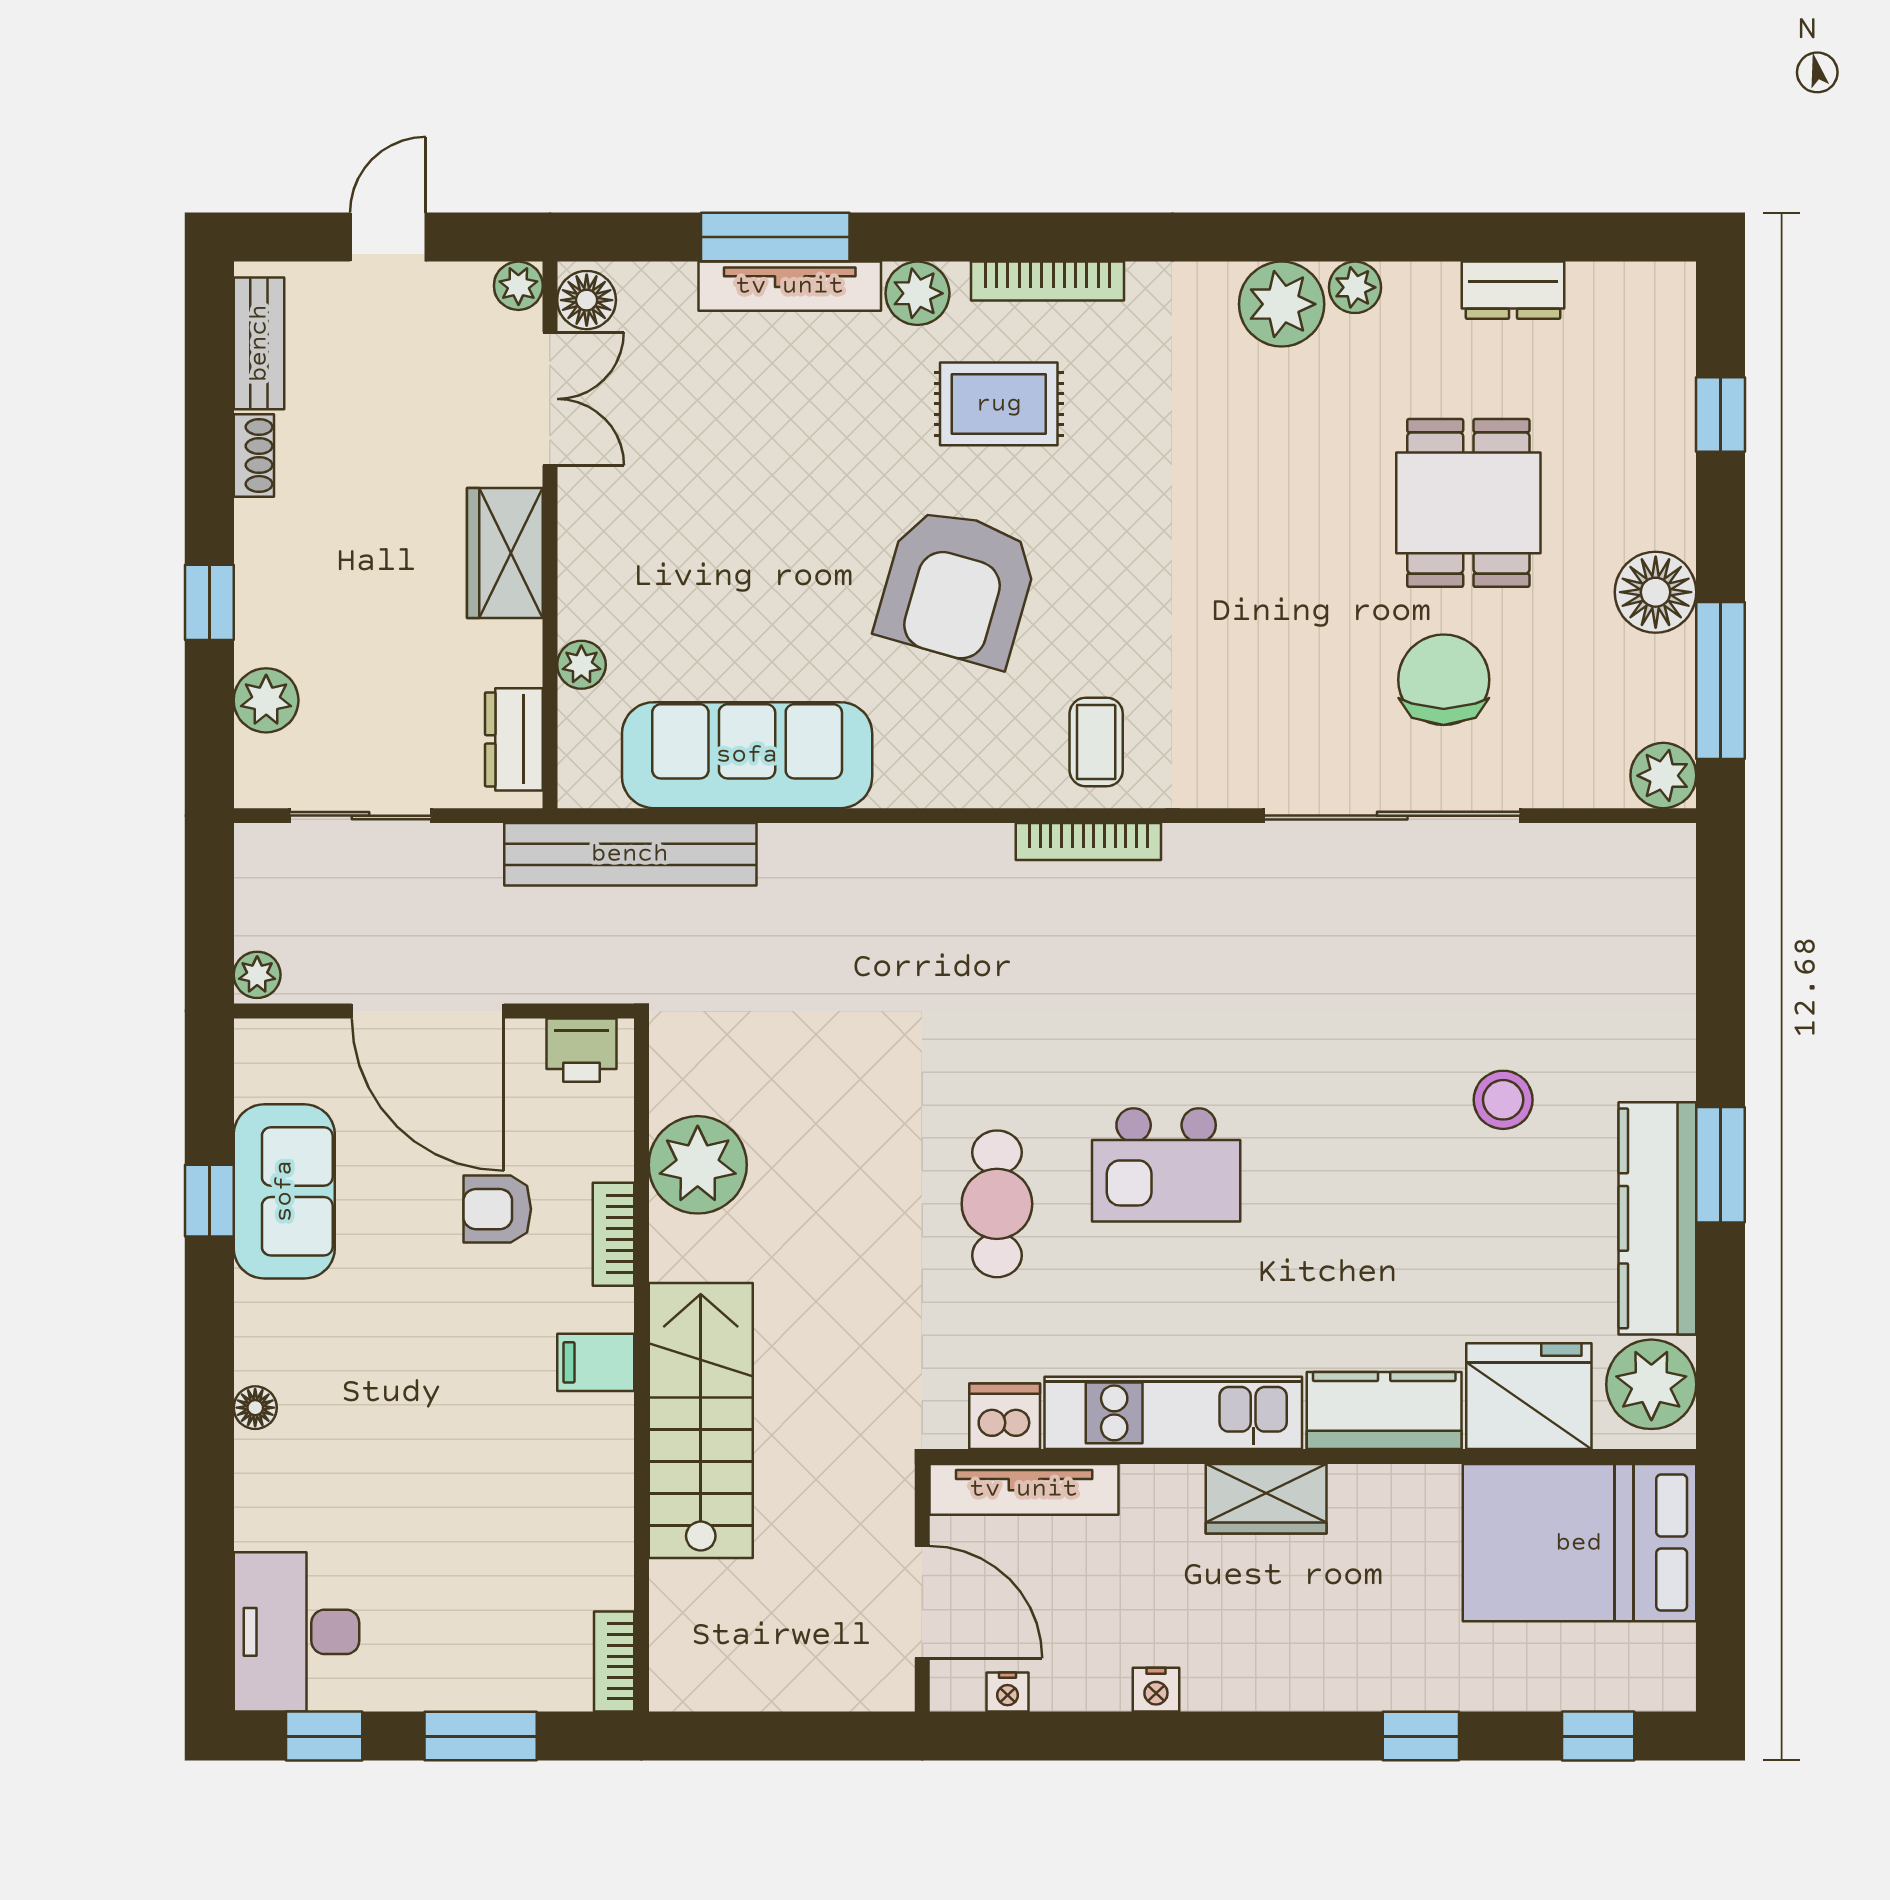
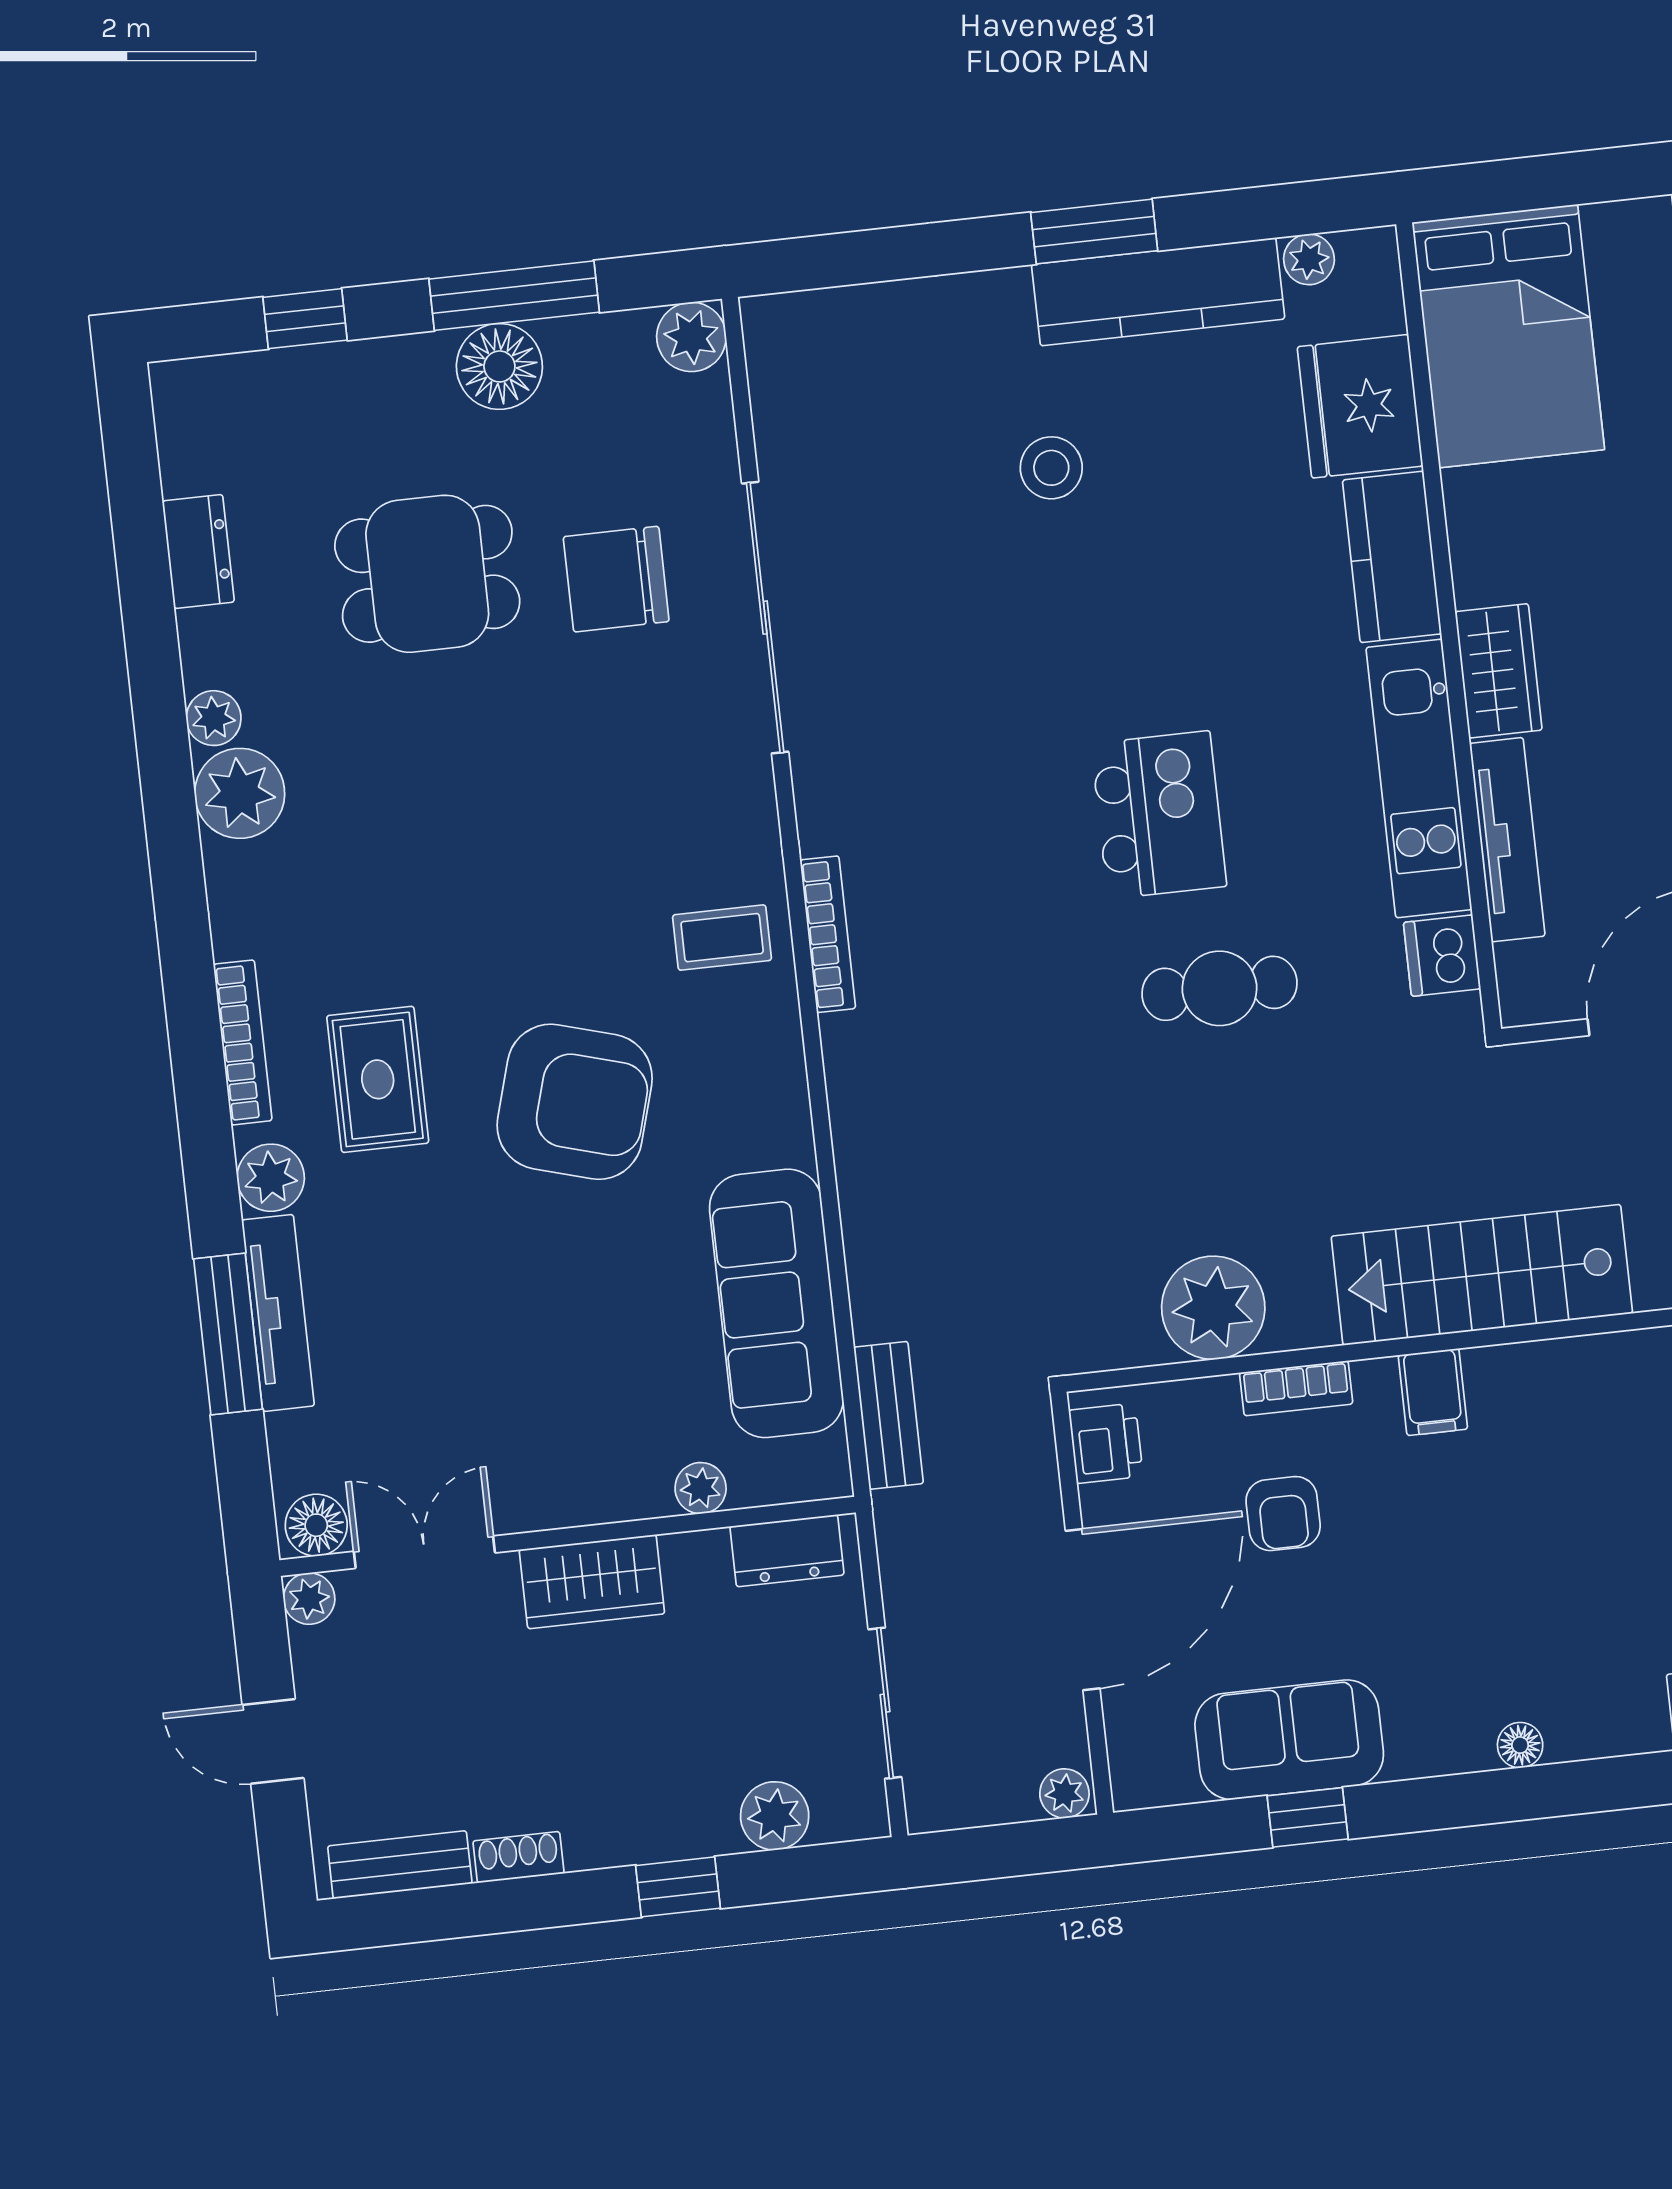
window: (1721, 680) -> (514, 296), moved
bench: (630, 854) -> (889, 1415), width x0.54, depth x0.82
plant: (1651, 1384) -> (1309, 259), width x0.53, depth x0.53
tv unit: (1024, 1489) -> (1507, 840), moved

